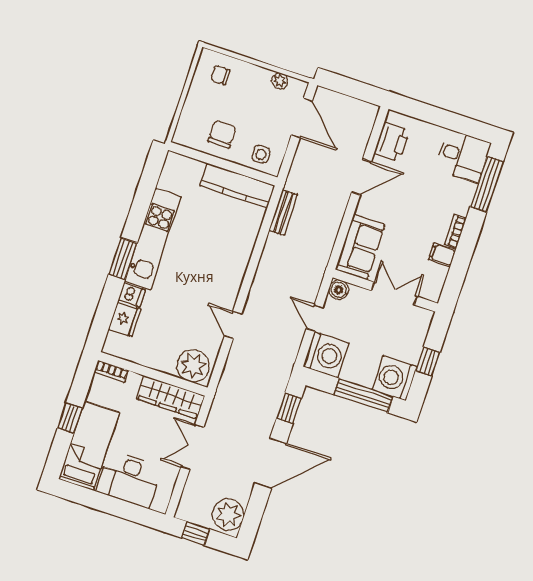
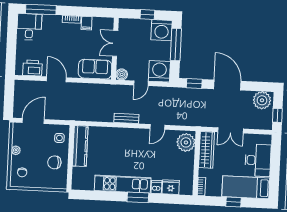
plant: (280, 81) -> (16, 150), moved
bench: (283, 213) -> (126, 118), moved

